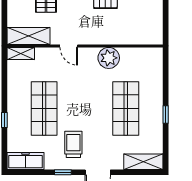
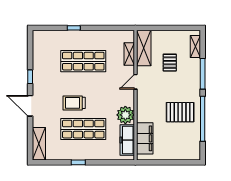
filing cabinet: (137, 35) -> (145, 138), added
shelving: (21, 53) -> (129, 54), moved
trolley: (73, 144) -> (74, 103), moved, turned 180
freezer: (25, 161) -> (127, 140), moved, turned 180

